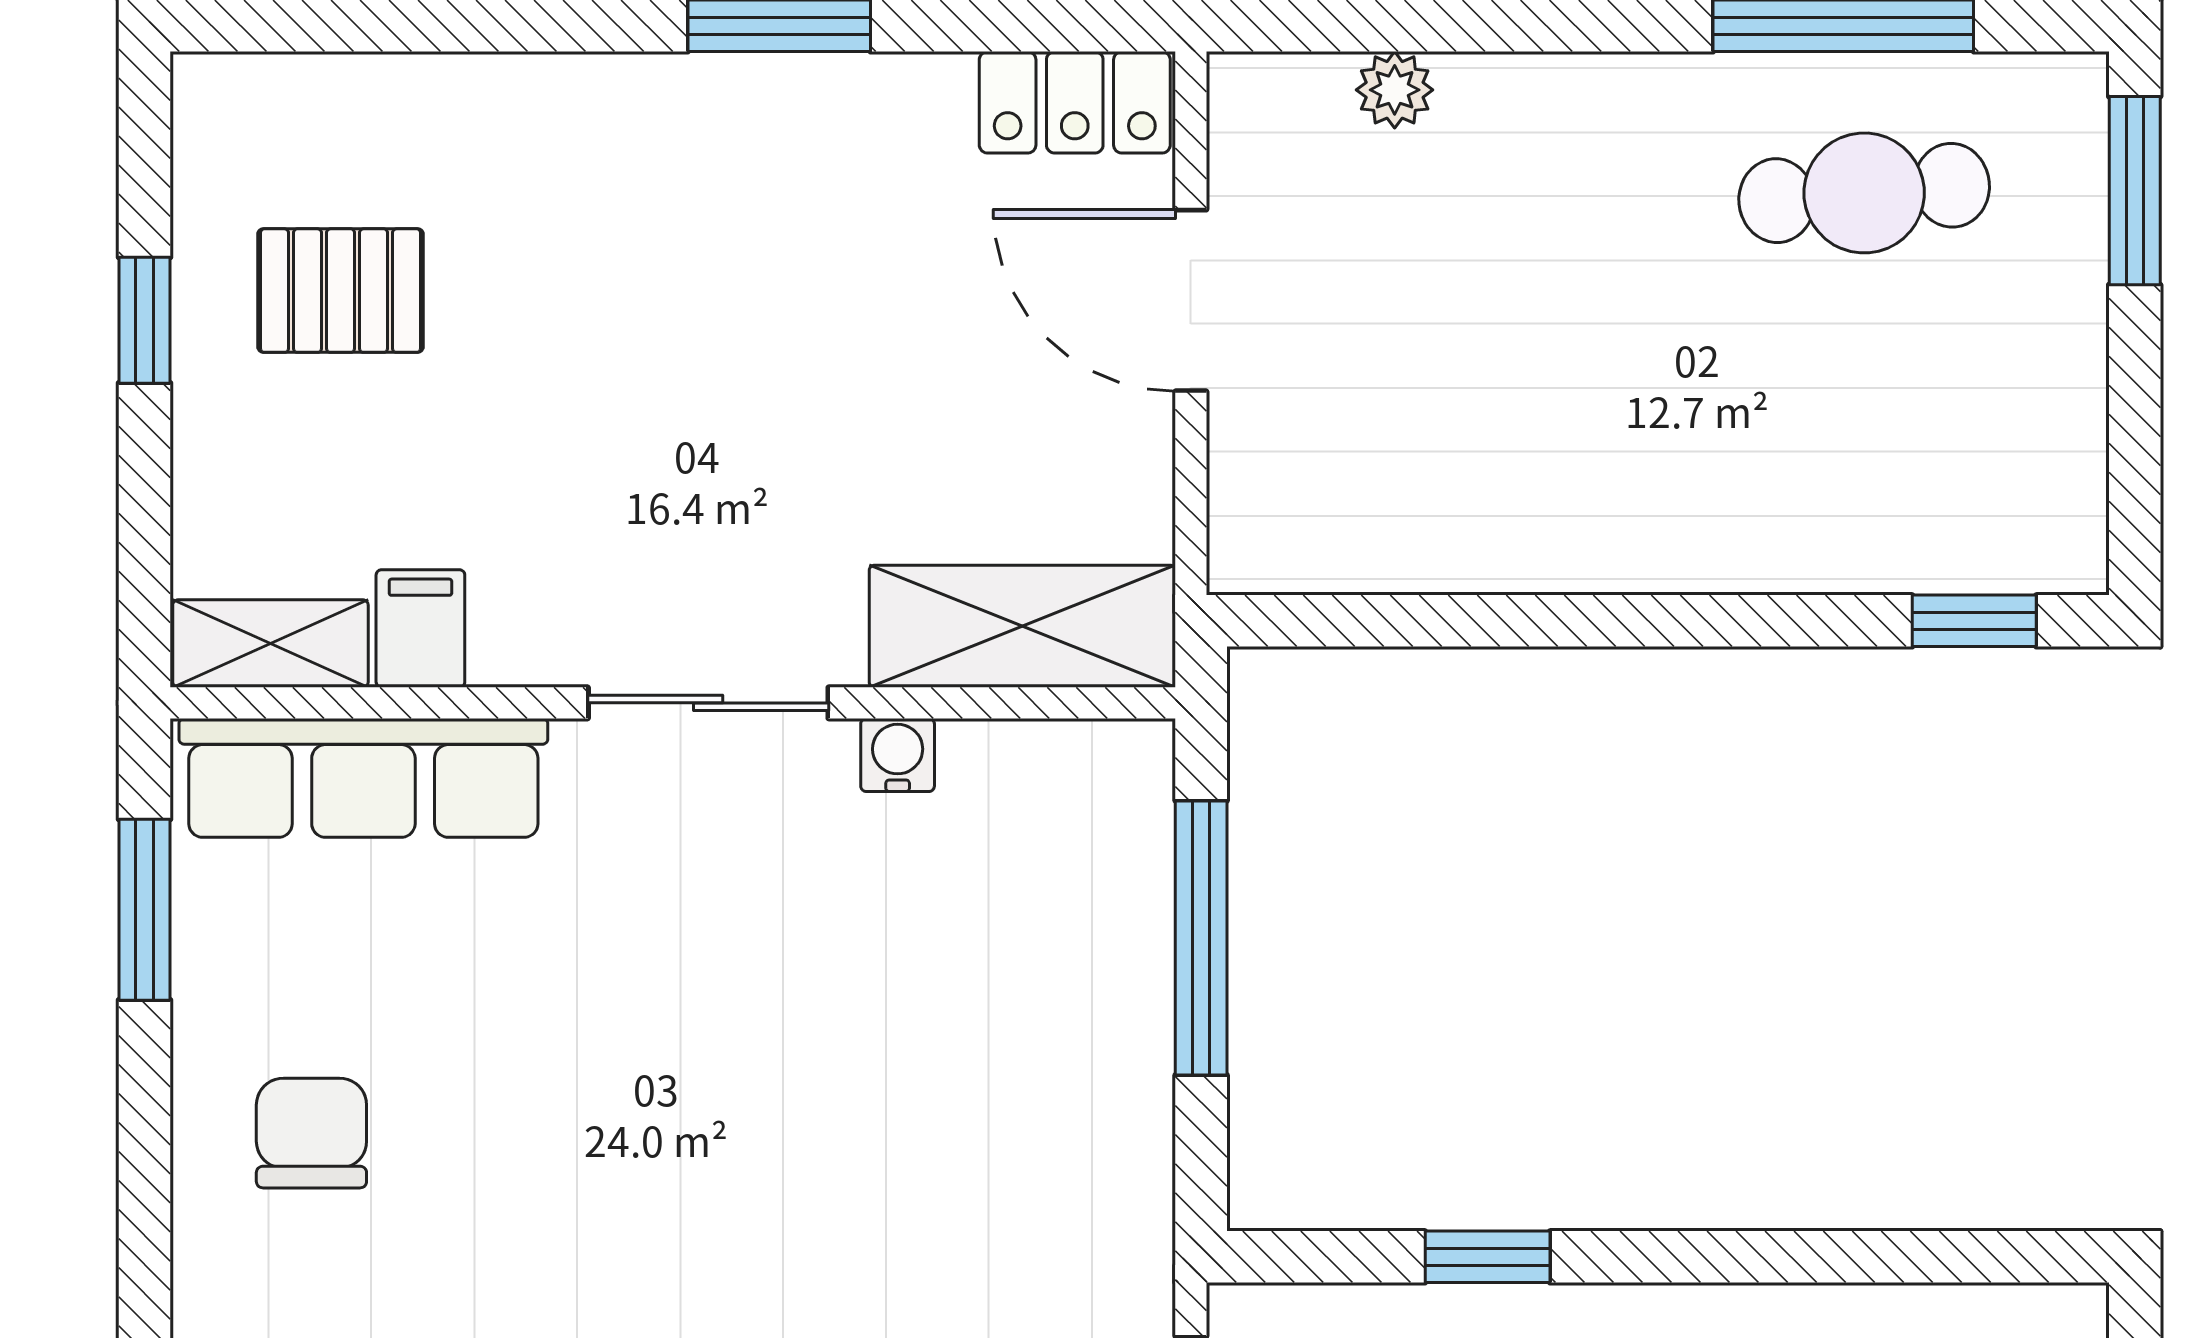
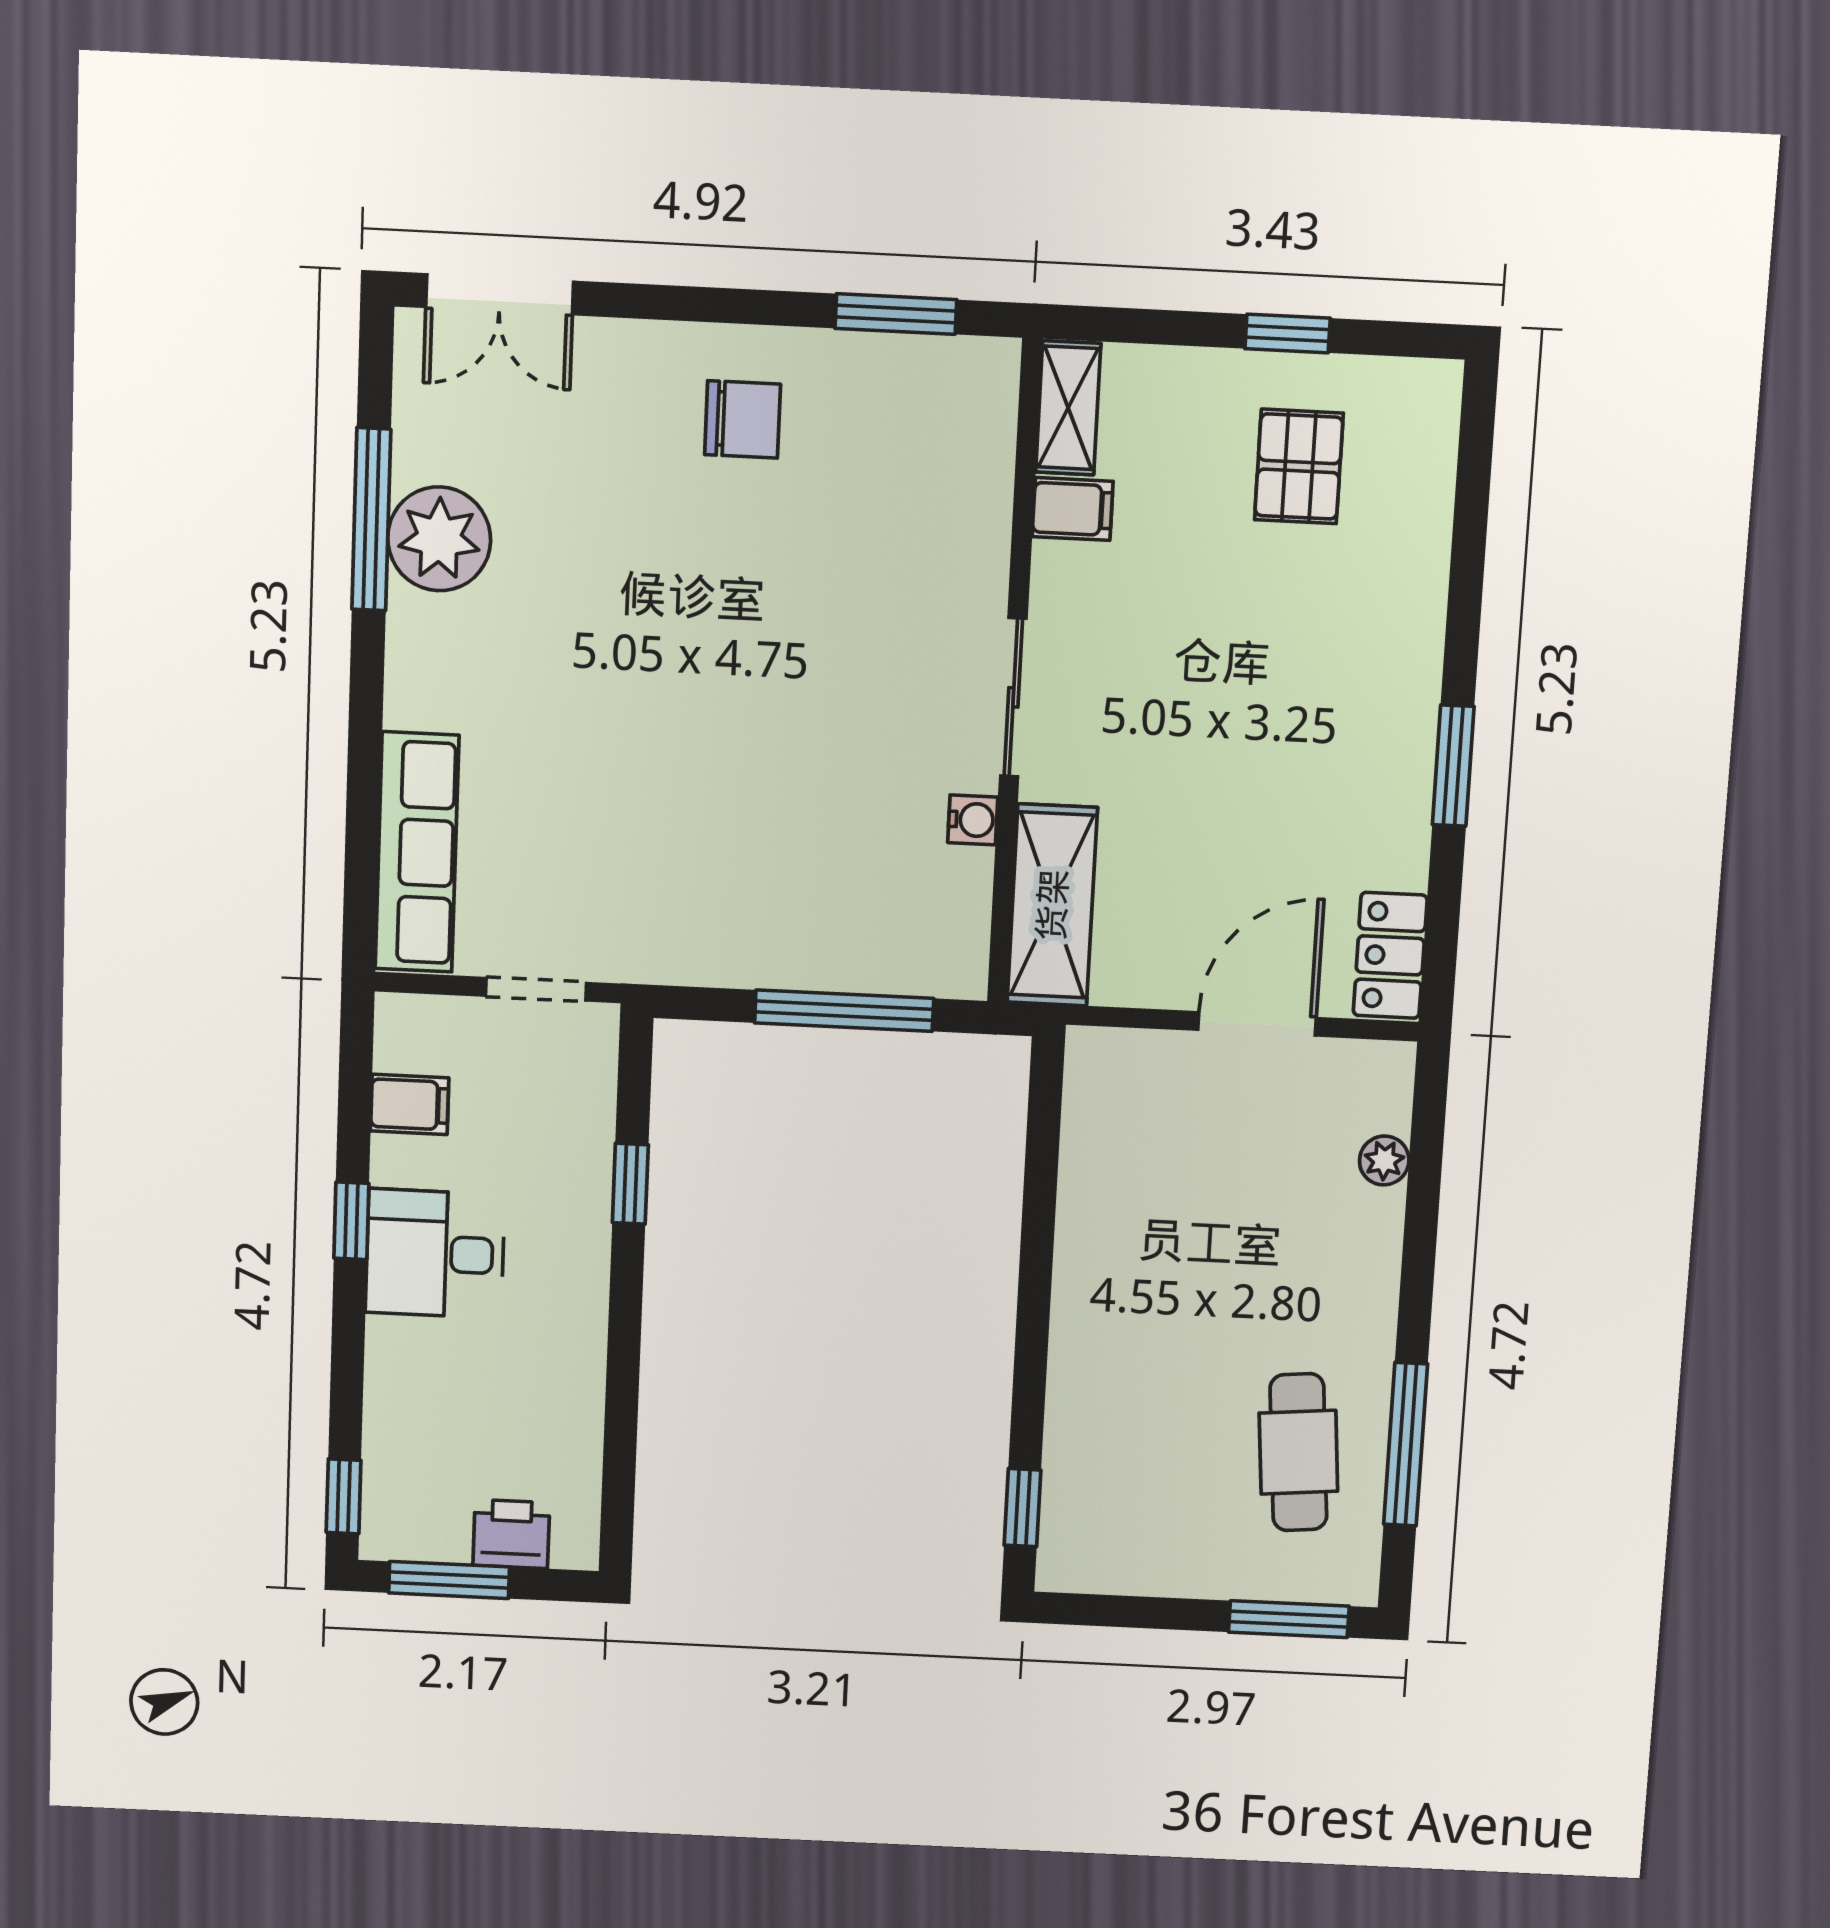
row of seats: (363, 778) -> (976, 466), removed

